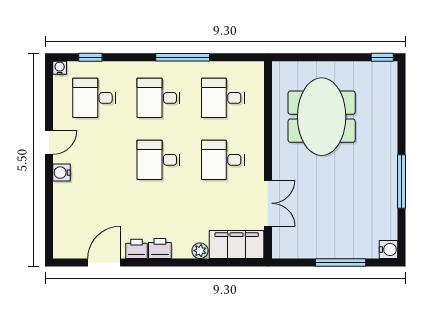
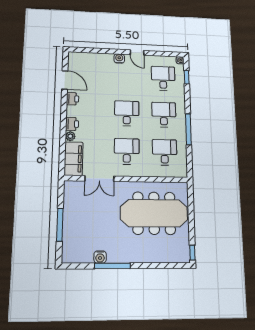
meeting table: (322, 117) -> (154, 213), width x1.36
printer: (160, 249) -> (72, 124), moved
water cooler: (389, 249) -> (100, 257), moved

